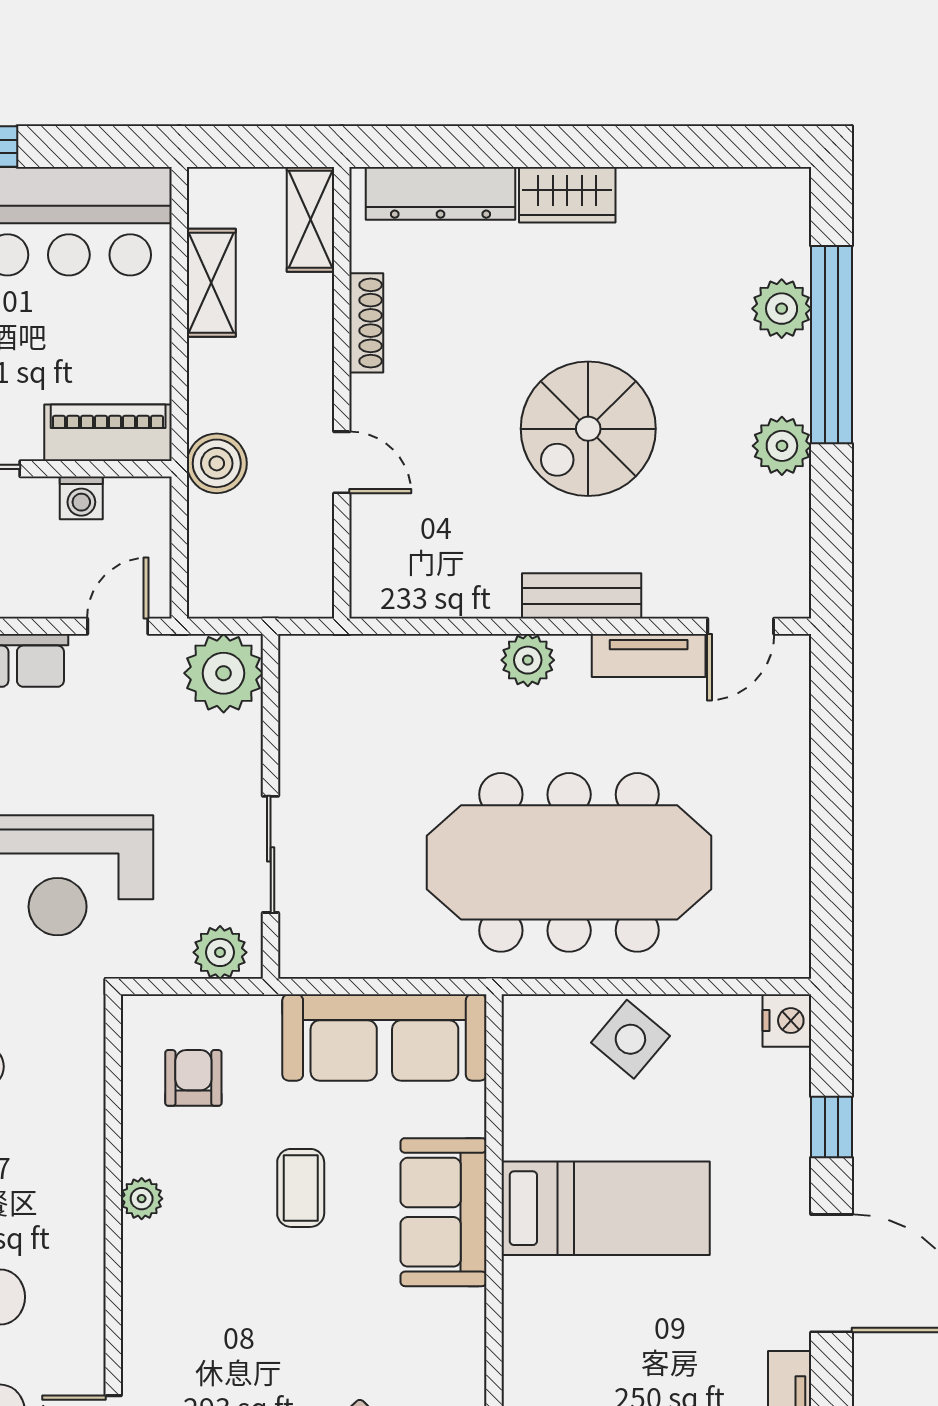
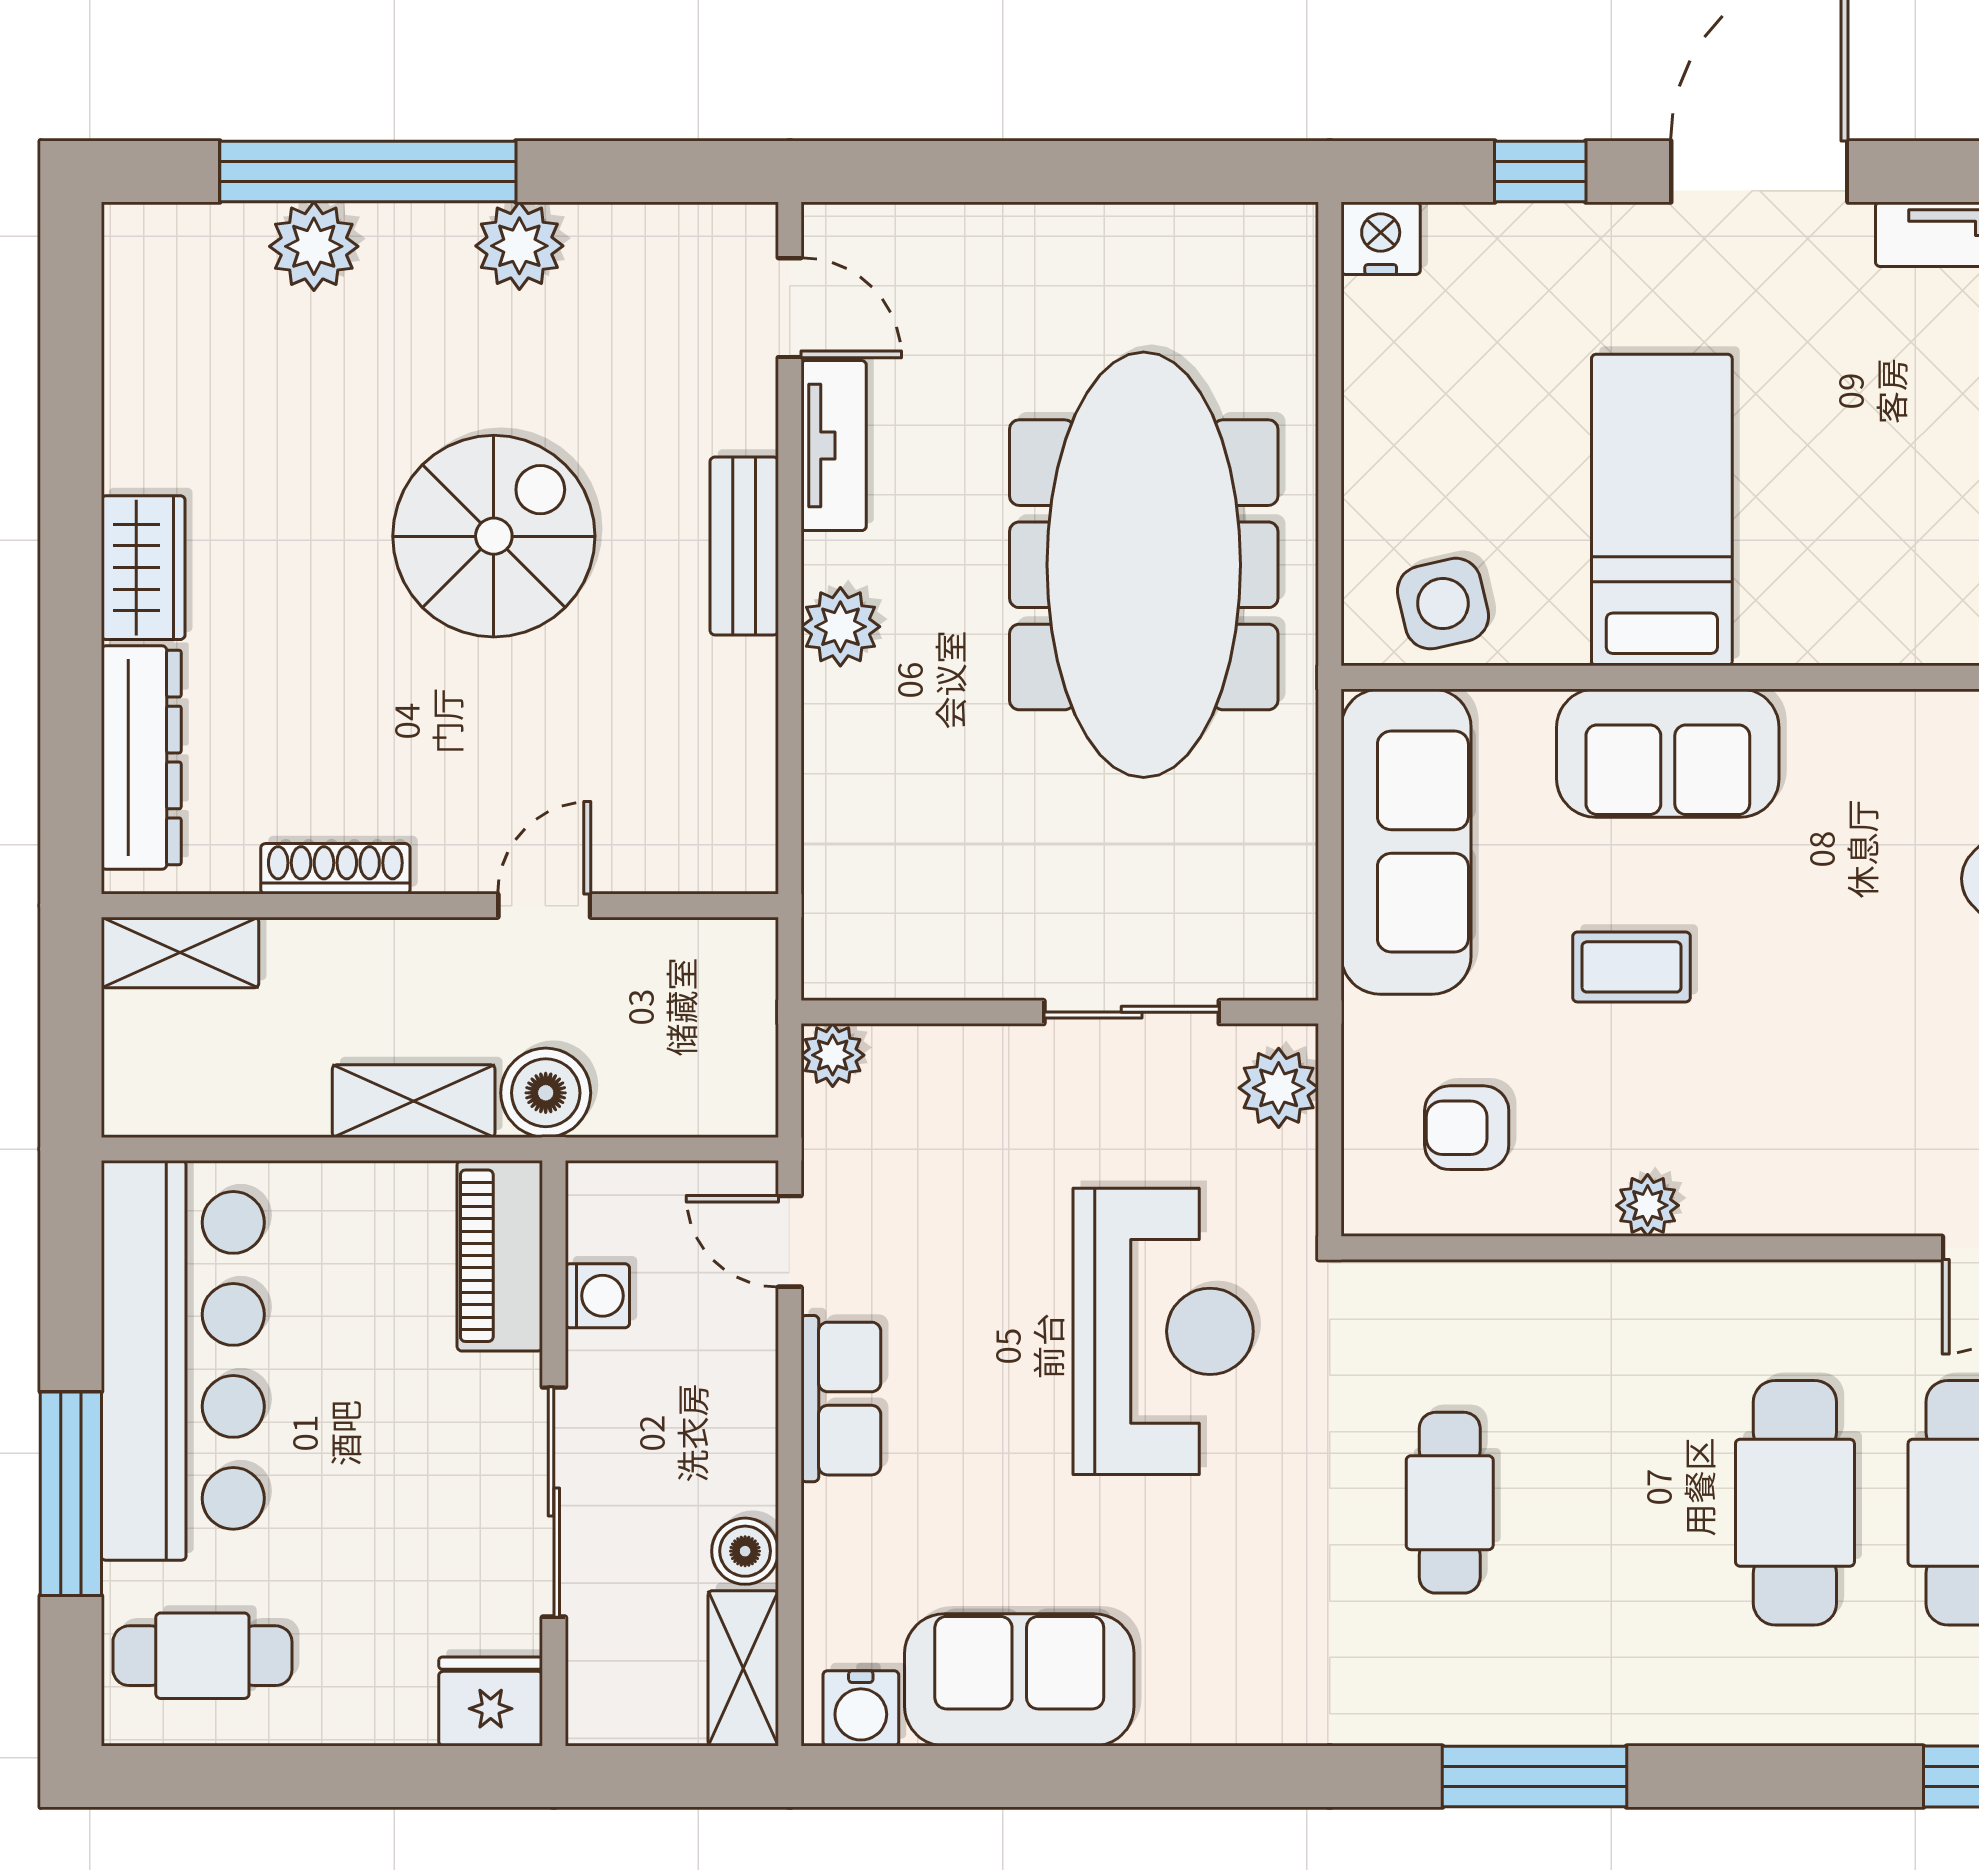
shelving: (211, 283) -> (414, 1101), moved
spiral stairs: (588, 429) -> (494, 536), turned -90
plant: (224, 673) -> (833, 1055), width x0.53, depth x0.53
side table: (630, 1039) -> (1443, 604), moved, turned 37

